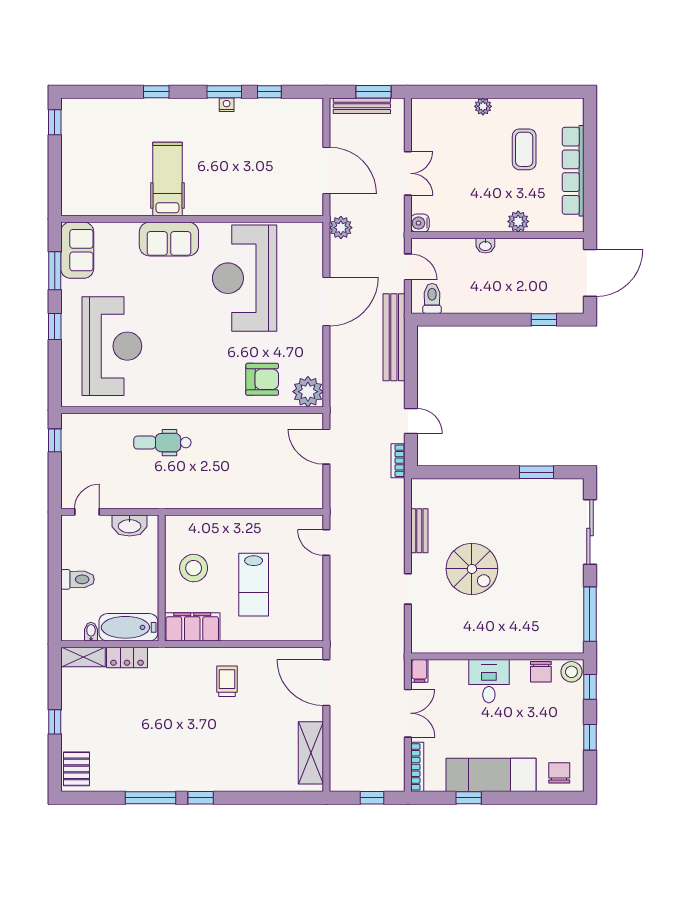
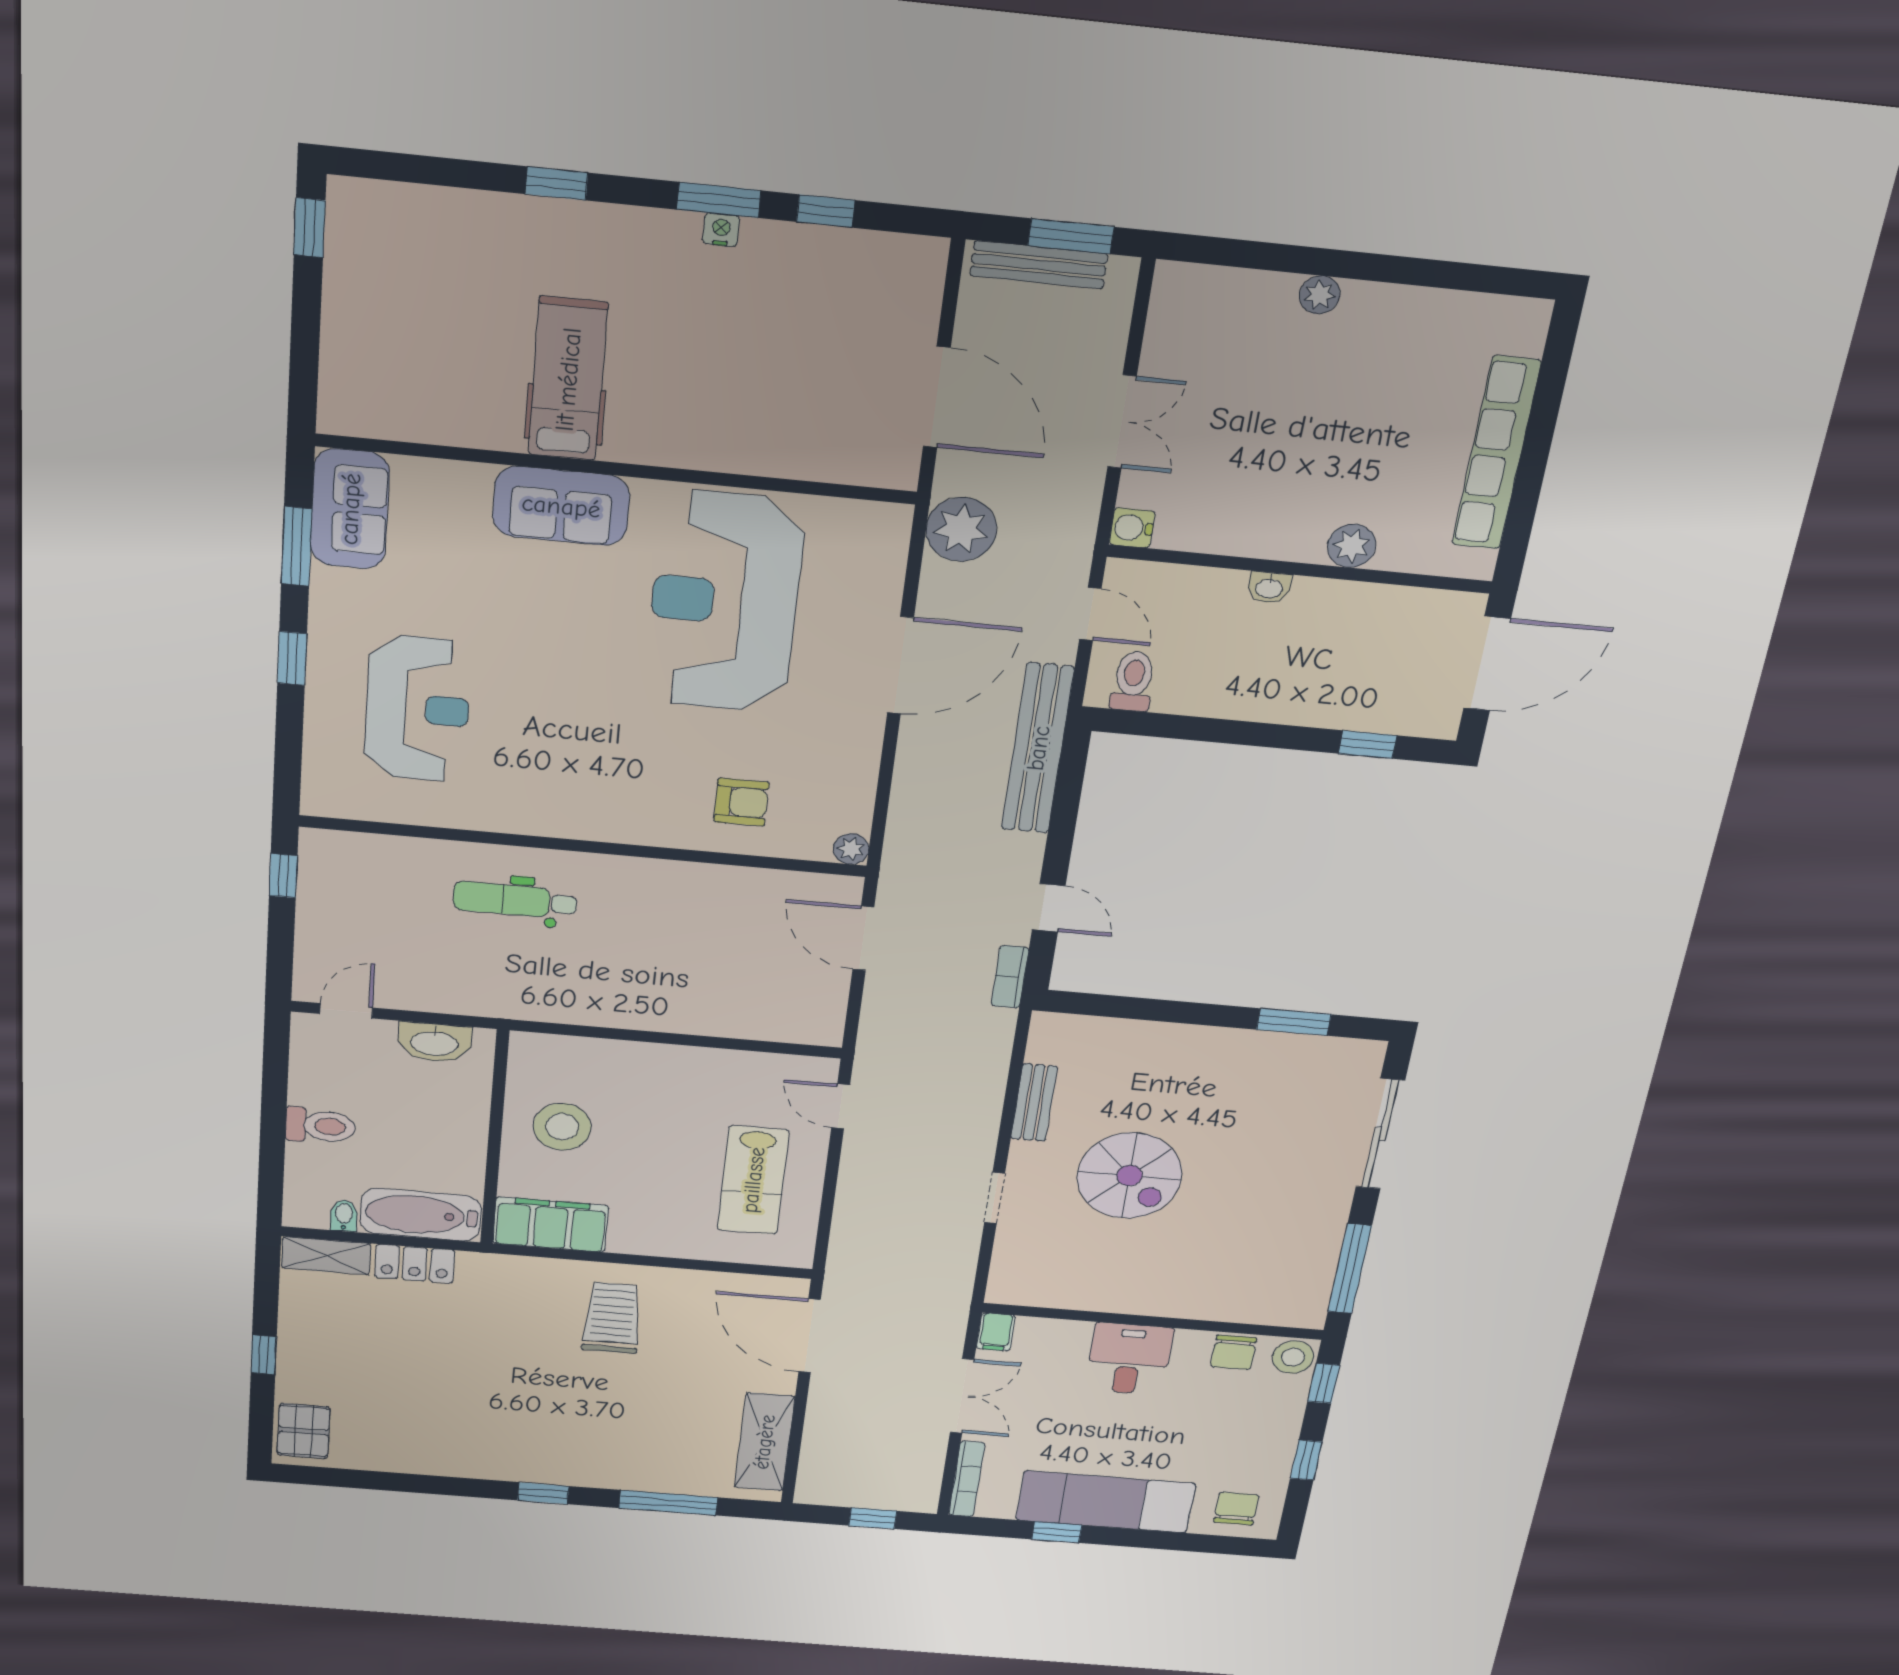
coffee table: (524, 149) -> (1395, 397), removed
plant: (341, 228) -> (961, 529), width x1.36, depth x1.36
reception desk: (112, 346) -> (418, 709), width x0.74, depth x0.77
armchair: (262, 379) -> (741, 802), width x0.72, depth x0.72
plant: (308, 392) -> (851, 849), width x0.53, depth x0.53
lab bench: (254, 585) -> (753, 1180), moved
trolley: (227, 681) -> (612, 1318), width x1.36, depth x1.39
window: (150, 798) -> (668, 1503), moved

